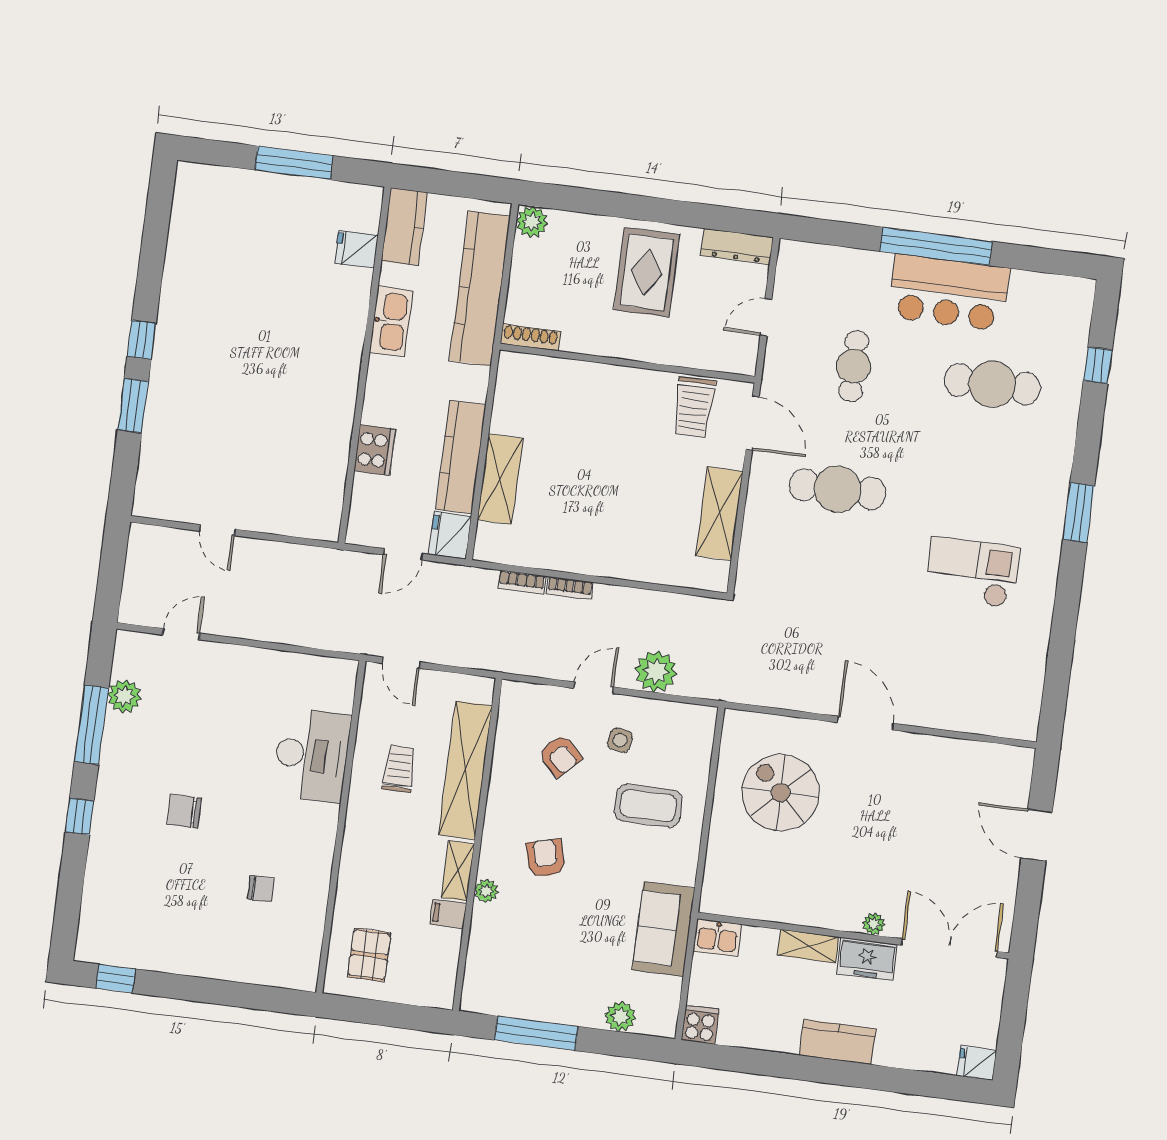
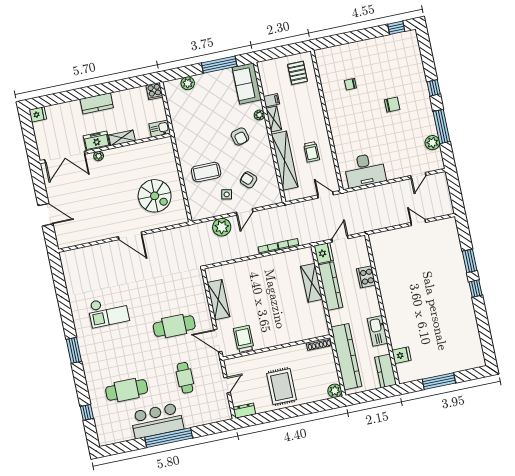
dresser: (737, 246) -> (244, 411), width x0.70
desk: (312, 755) -> (365, 170), moved, turned -90
sofa: (664, 929) -> (247, 84), moved, turned 180

